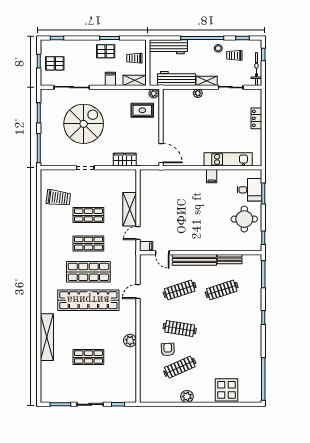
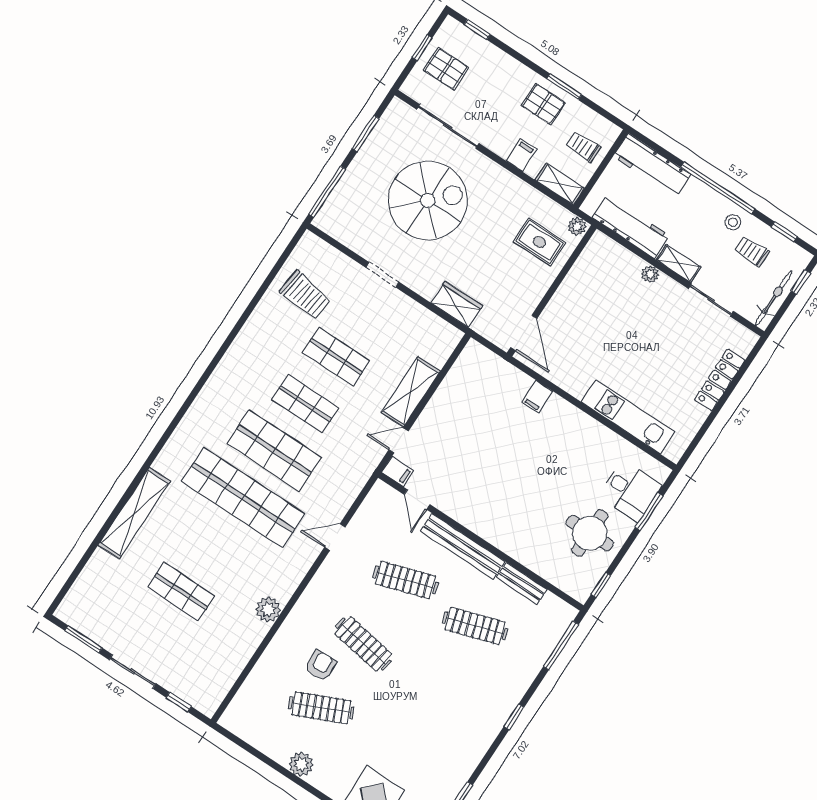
locker: (256, 118) -> (720, 380), width x1.53
filing cabinet: (212, 176) -> (537, 397), moved

